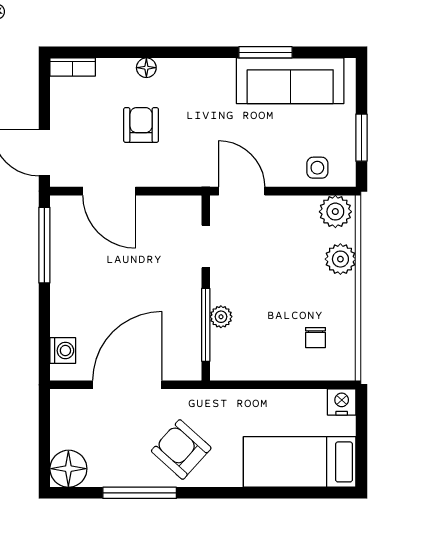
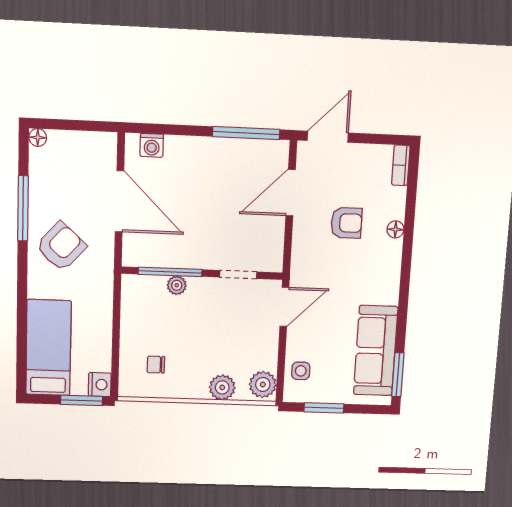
window: (265, 52) -> (398, 375), moved
window: (361, 423) -> (82, 400), added
floor lamp: (68, 469) -> (38, 137), width x0.53, depth x0.53

